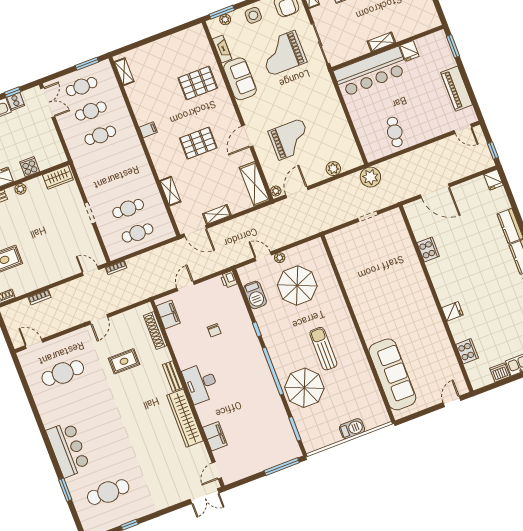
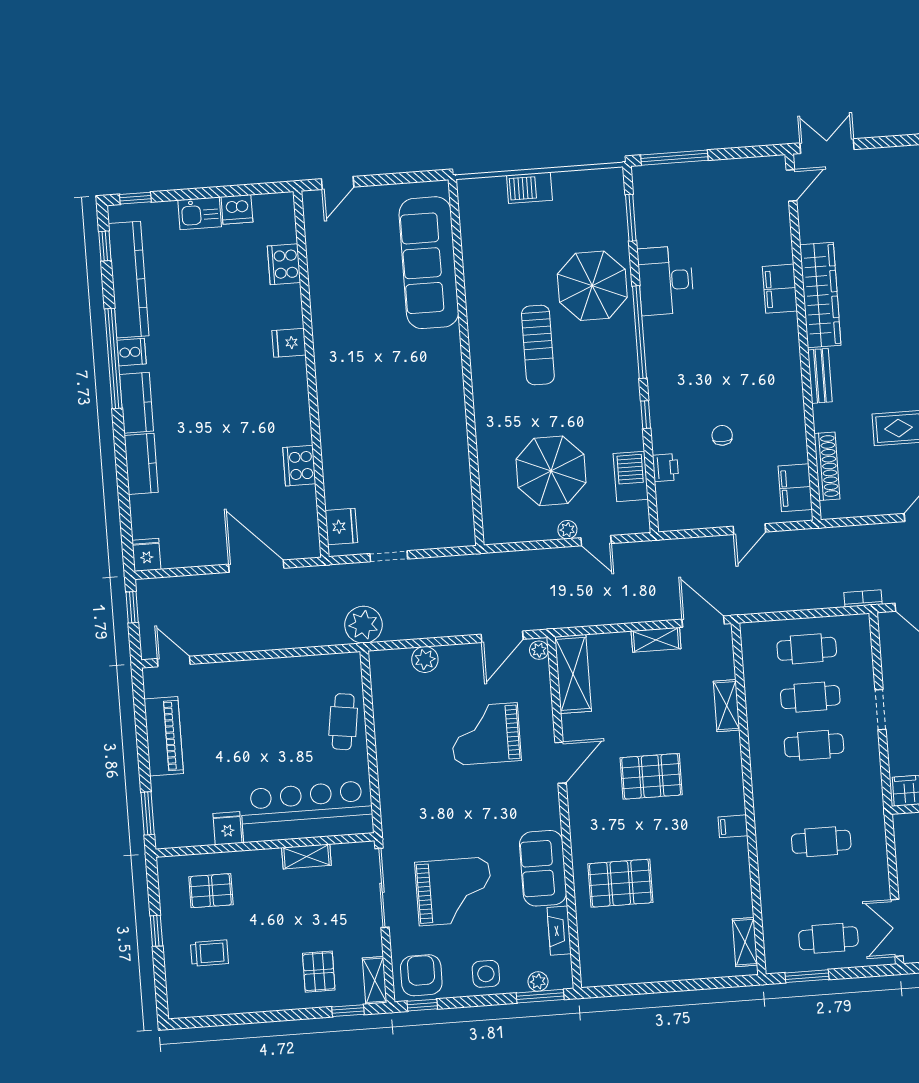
pallet: (408, 16) -> (211, 891), added
shelving: (381, 42) -> (306, 856), moved
cafe table: (91, 111) -> (814, 745), moved
cafe table: (395, 132) -> (343, 722), moved
fridge: (397, 224) -> (341, 527), added
printer: (229, 279) -> (666, 468), moved
desk: (201, 383) -> (666, 280), moved, turned 180
filing cabinet: (215, 436) -> (780, 289), moved

